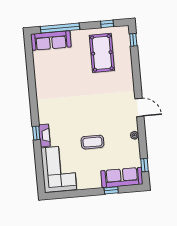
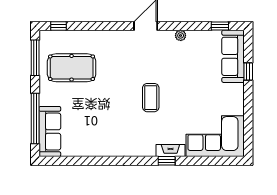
window: (107, 24) -> (35, 58), width x2.17
coffee table: (92, 142) -> (151, 98), moved

